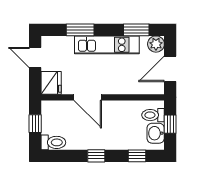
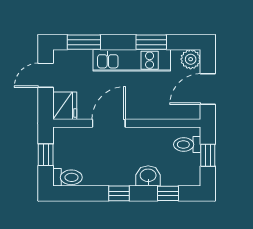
window: (80, 30) -> (84, 42), moved
window: (136, 30) -> (151, 42), moved
door: (35, 57) -> (46, 75), hinge flipped
door: (88, 97) -> (109, 123), swing flipped
washbasin: (156, 133) -> (148, 176), moved, turned 90

